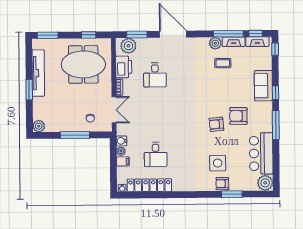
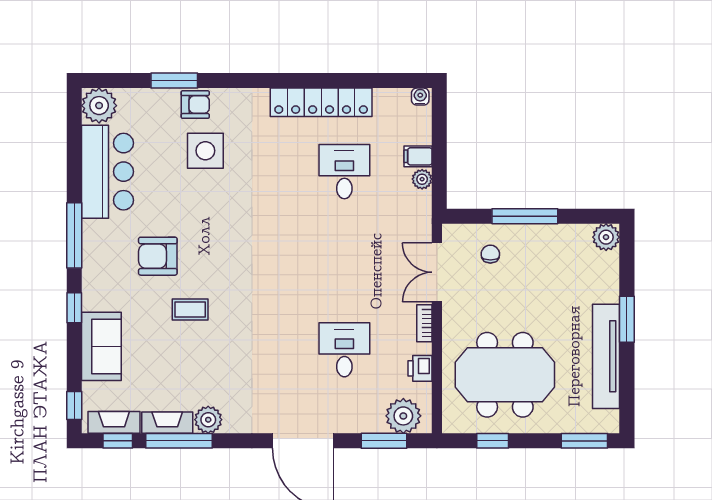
coffee table: (223, 63) -> (190, 310), moved
printer: (124, 67) -> (420, 368), width x0.53, depth x0.68
sofa: (263, 86) -> (101, 346), moved
armchair: (238, 116) -> (158, 256), turned 180
armchair: (216, 124) -> (207, 238), removed
water cooler: (122, 141) -> (421, 202), removed
locker: (149, 185) -> (321, 102), moved

